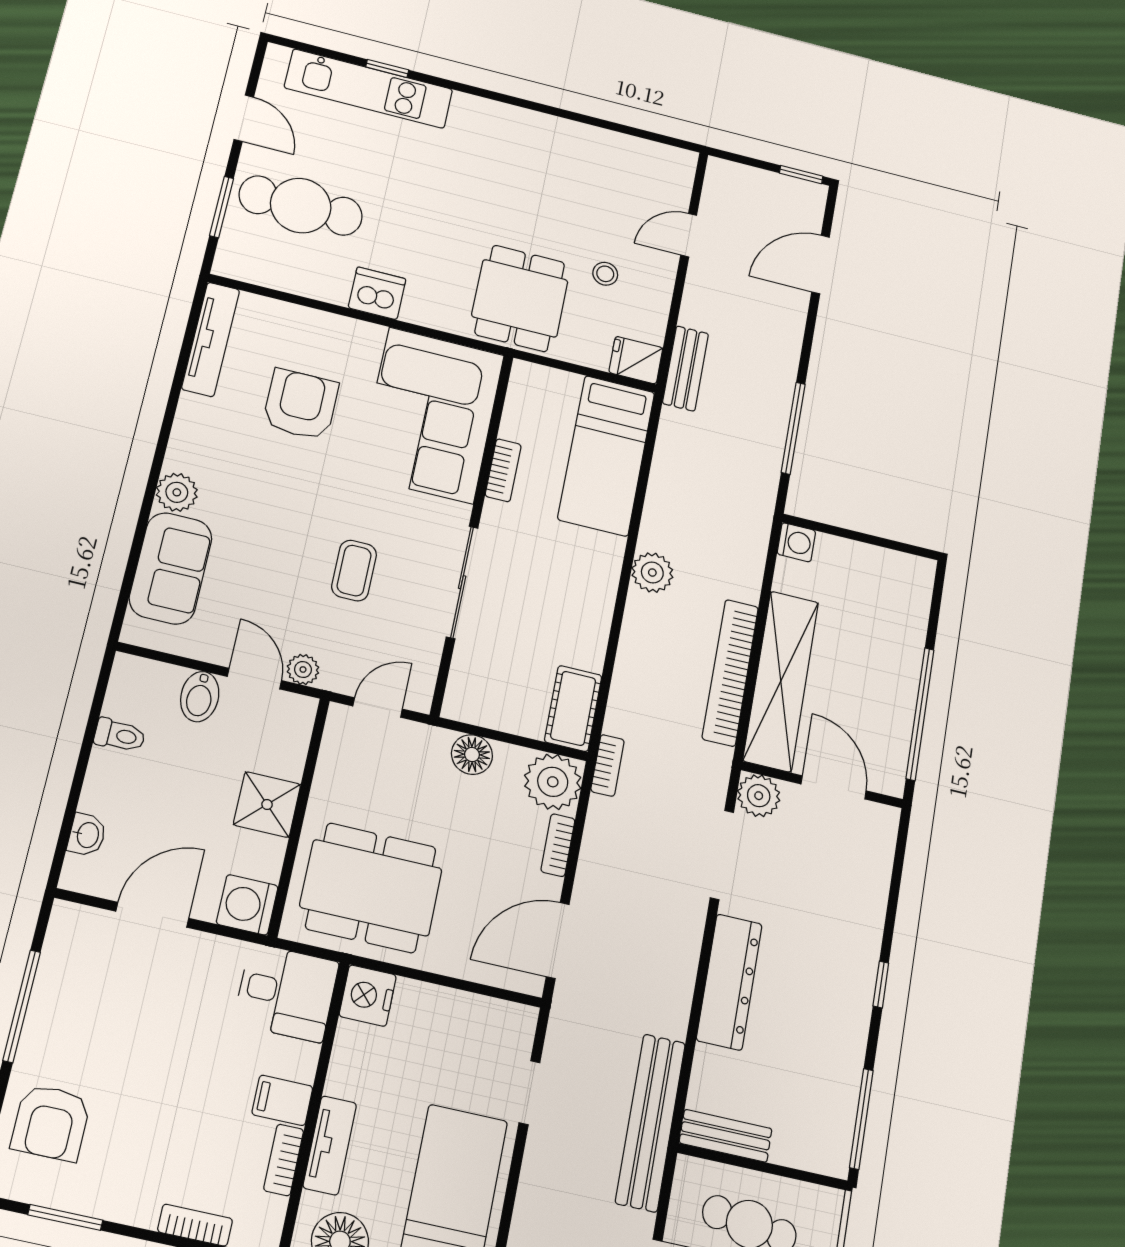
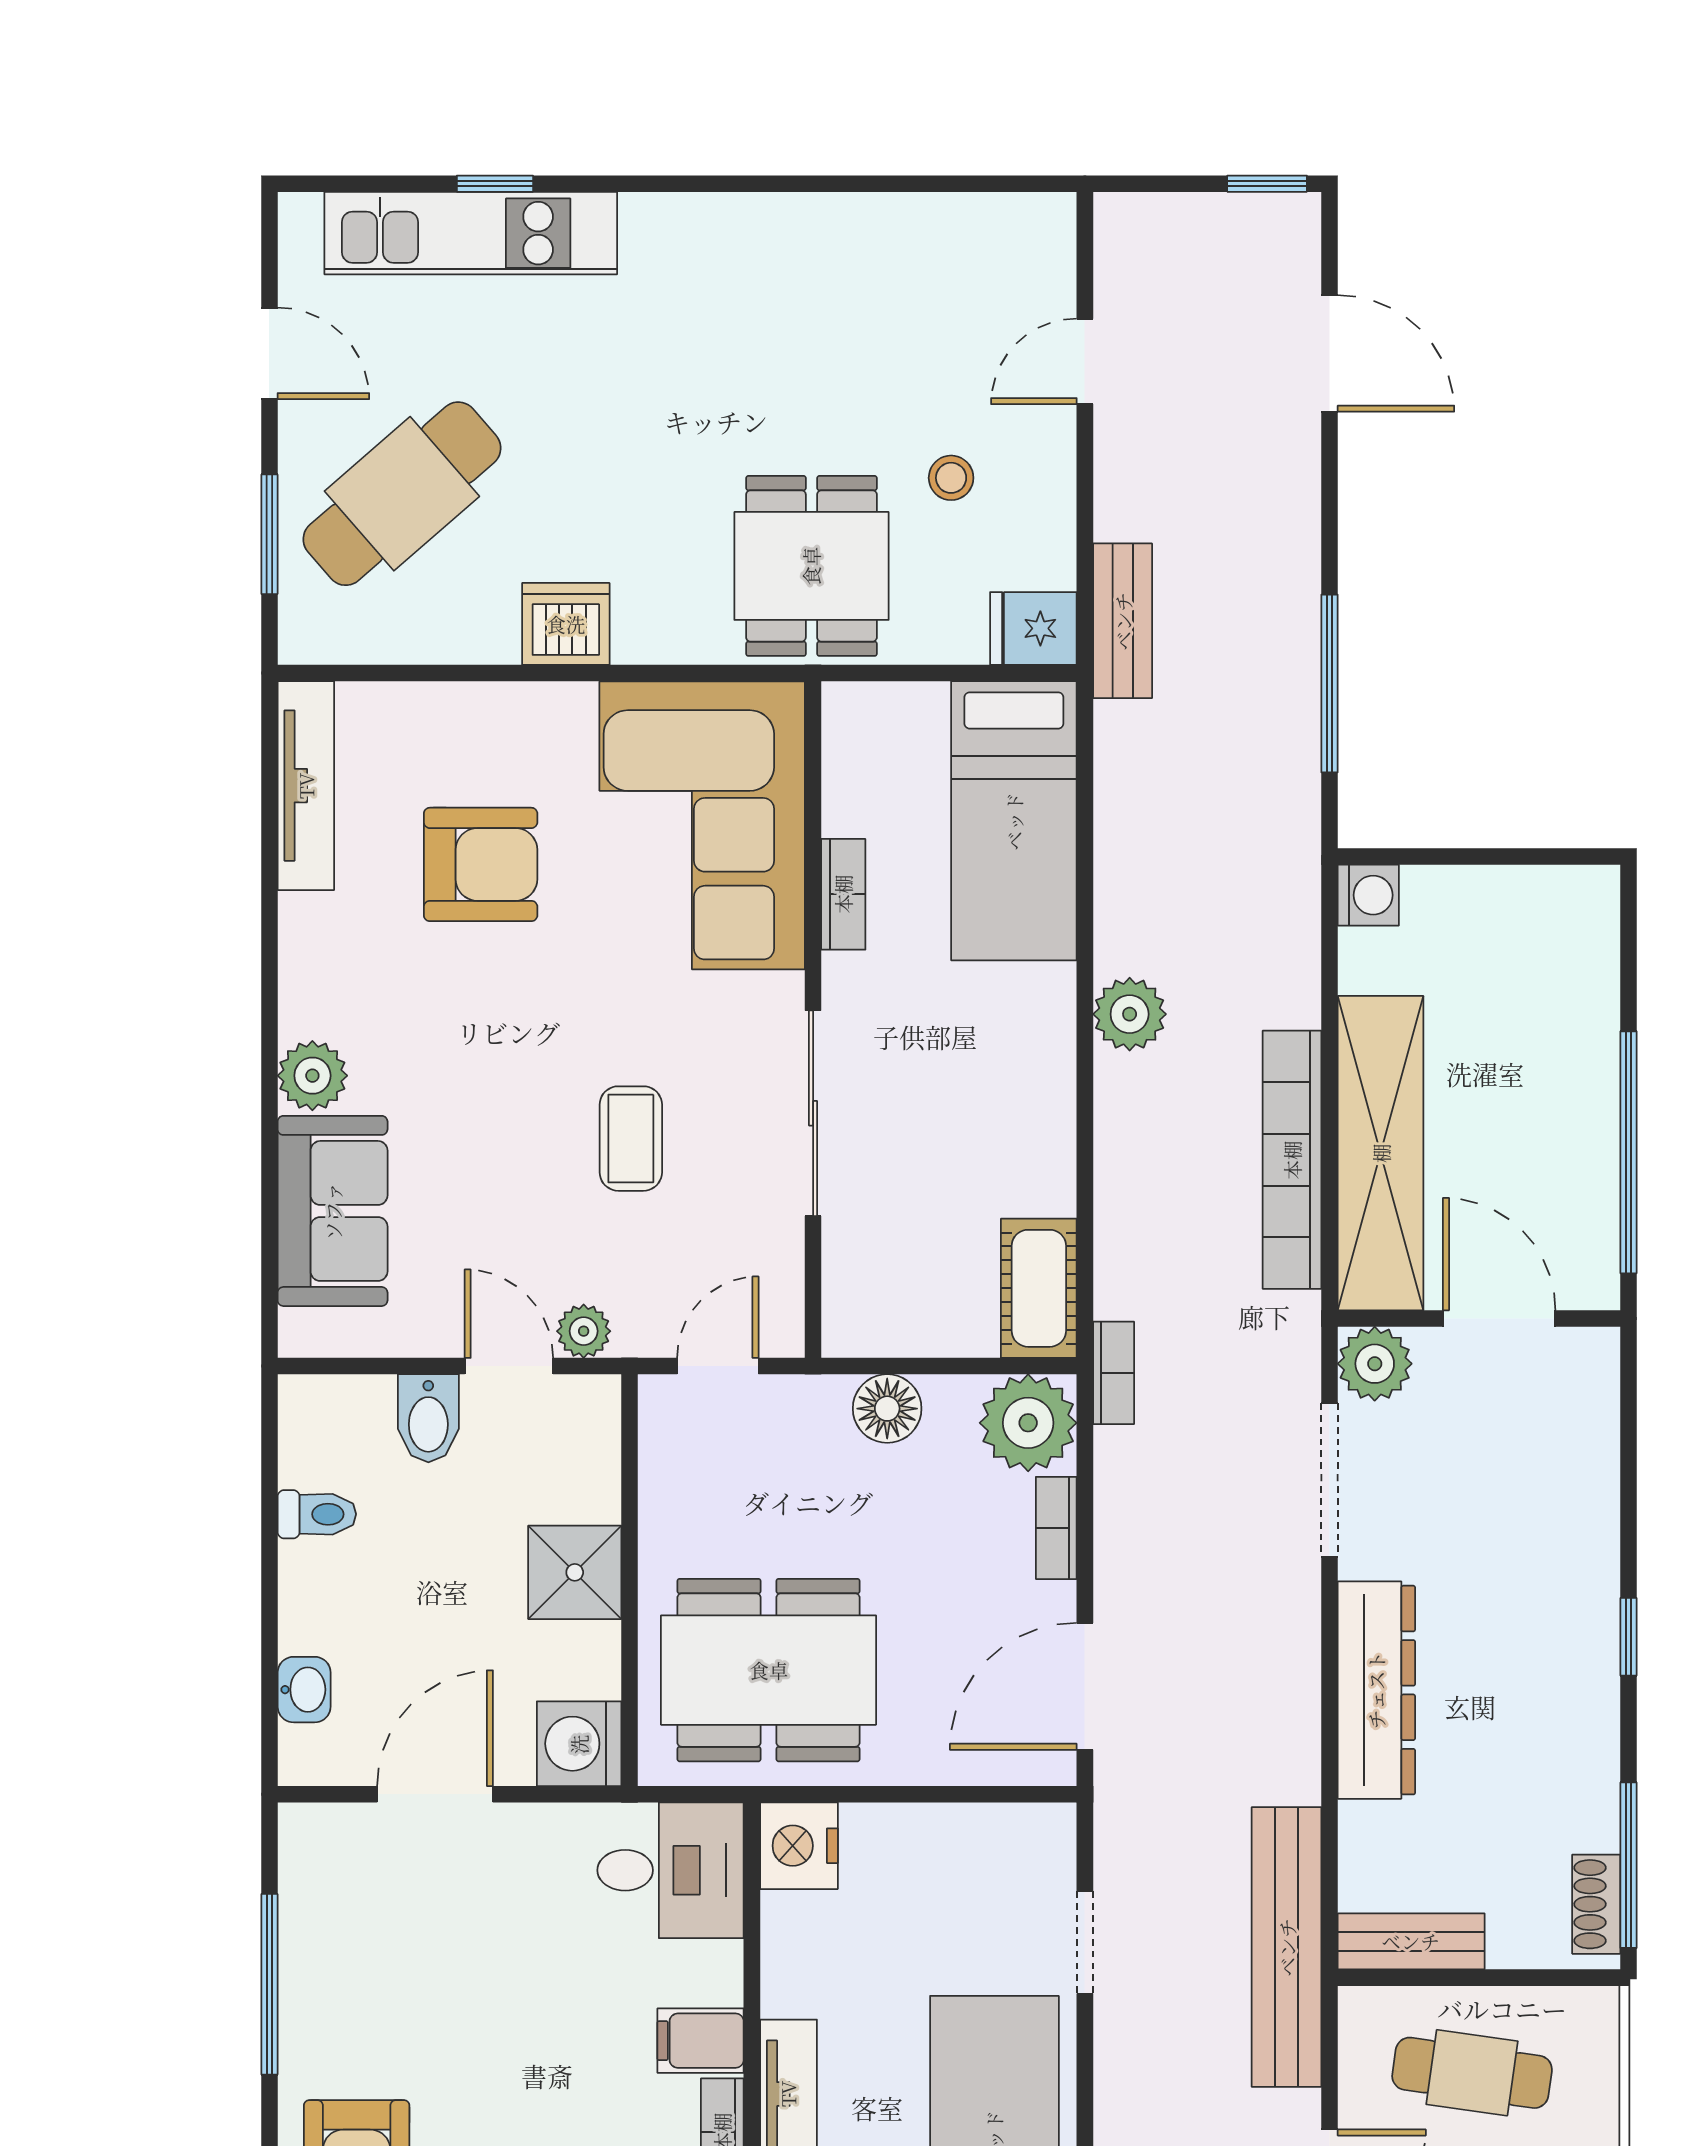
cafe table: (301, 206) -> (402, 494), turned -41
door: (820, 264) -> (1329, 353), swing flipped
armchair: (301, 404) -> (481, 864), turned 90
shoe rack: (839, 1138) -> (1596, 1904), added

